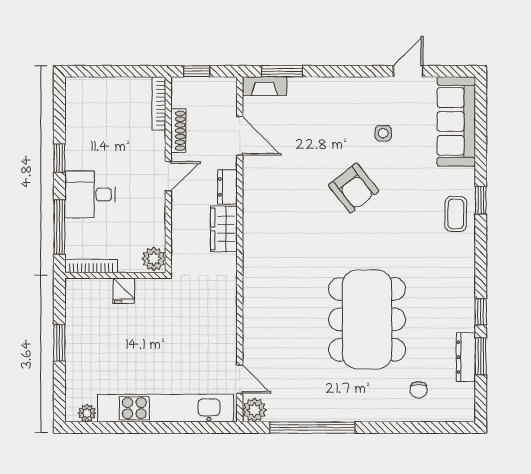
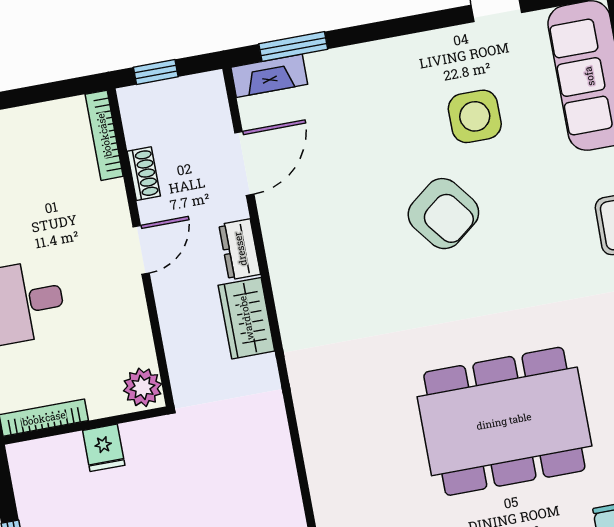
shoe rack: (178, 131) -> (144, 174), width x0.70
side table: (383, 133) -> (475, 116), width x1.87, depth x1.87
door: (240, 136) -> (244, 163), hinge flipped
dining table: (367, 319) -> (504, 421), turned 90

